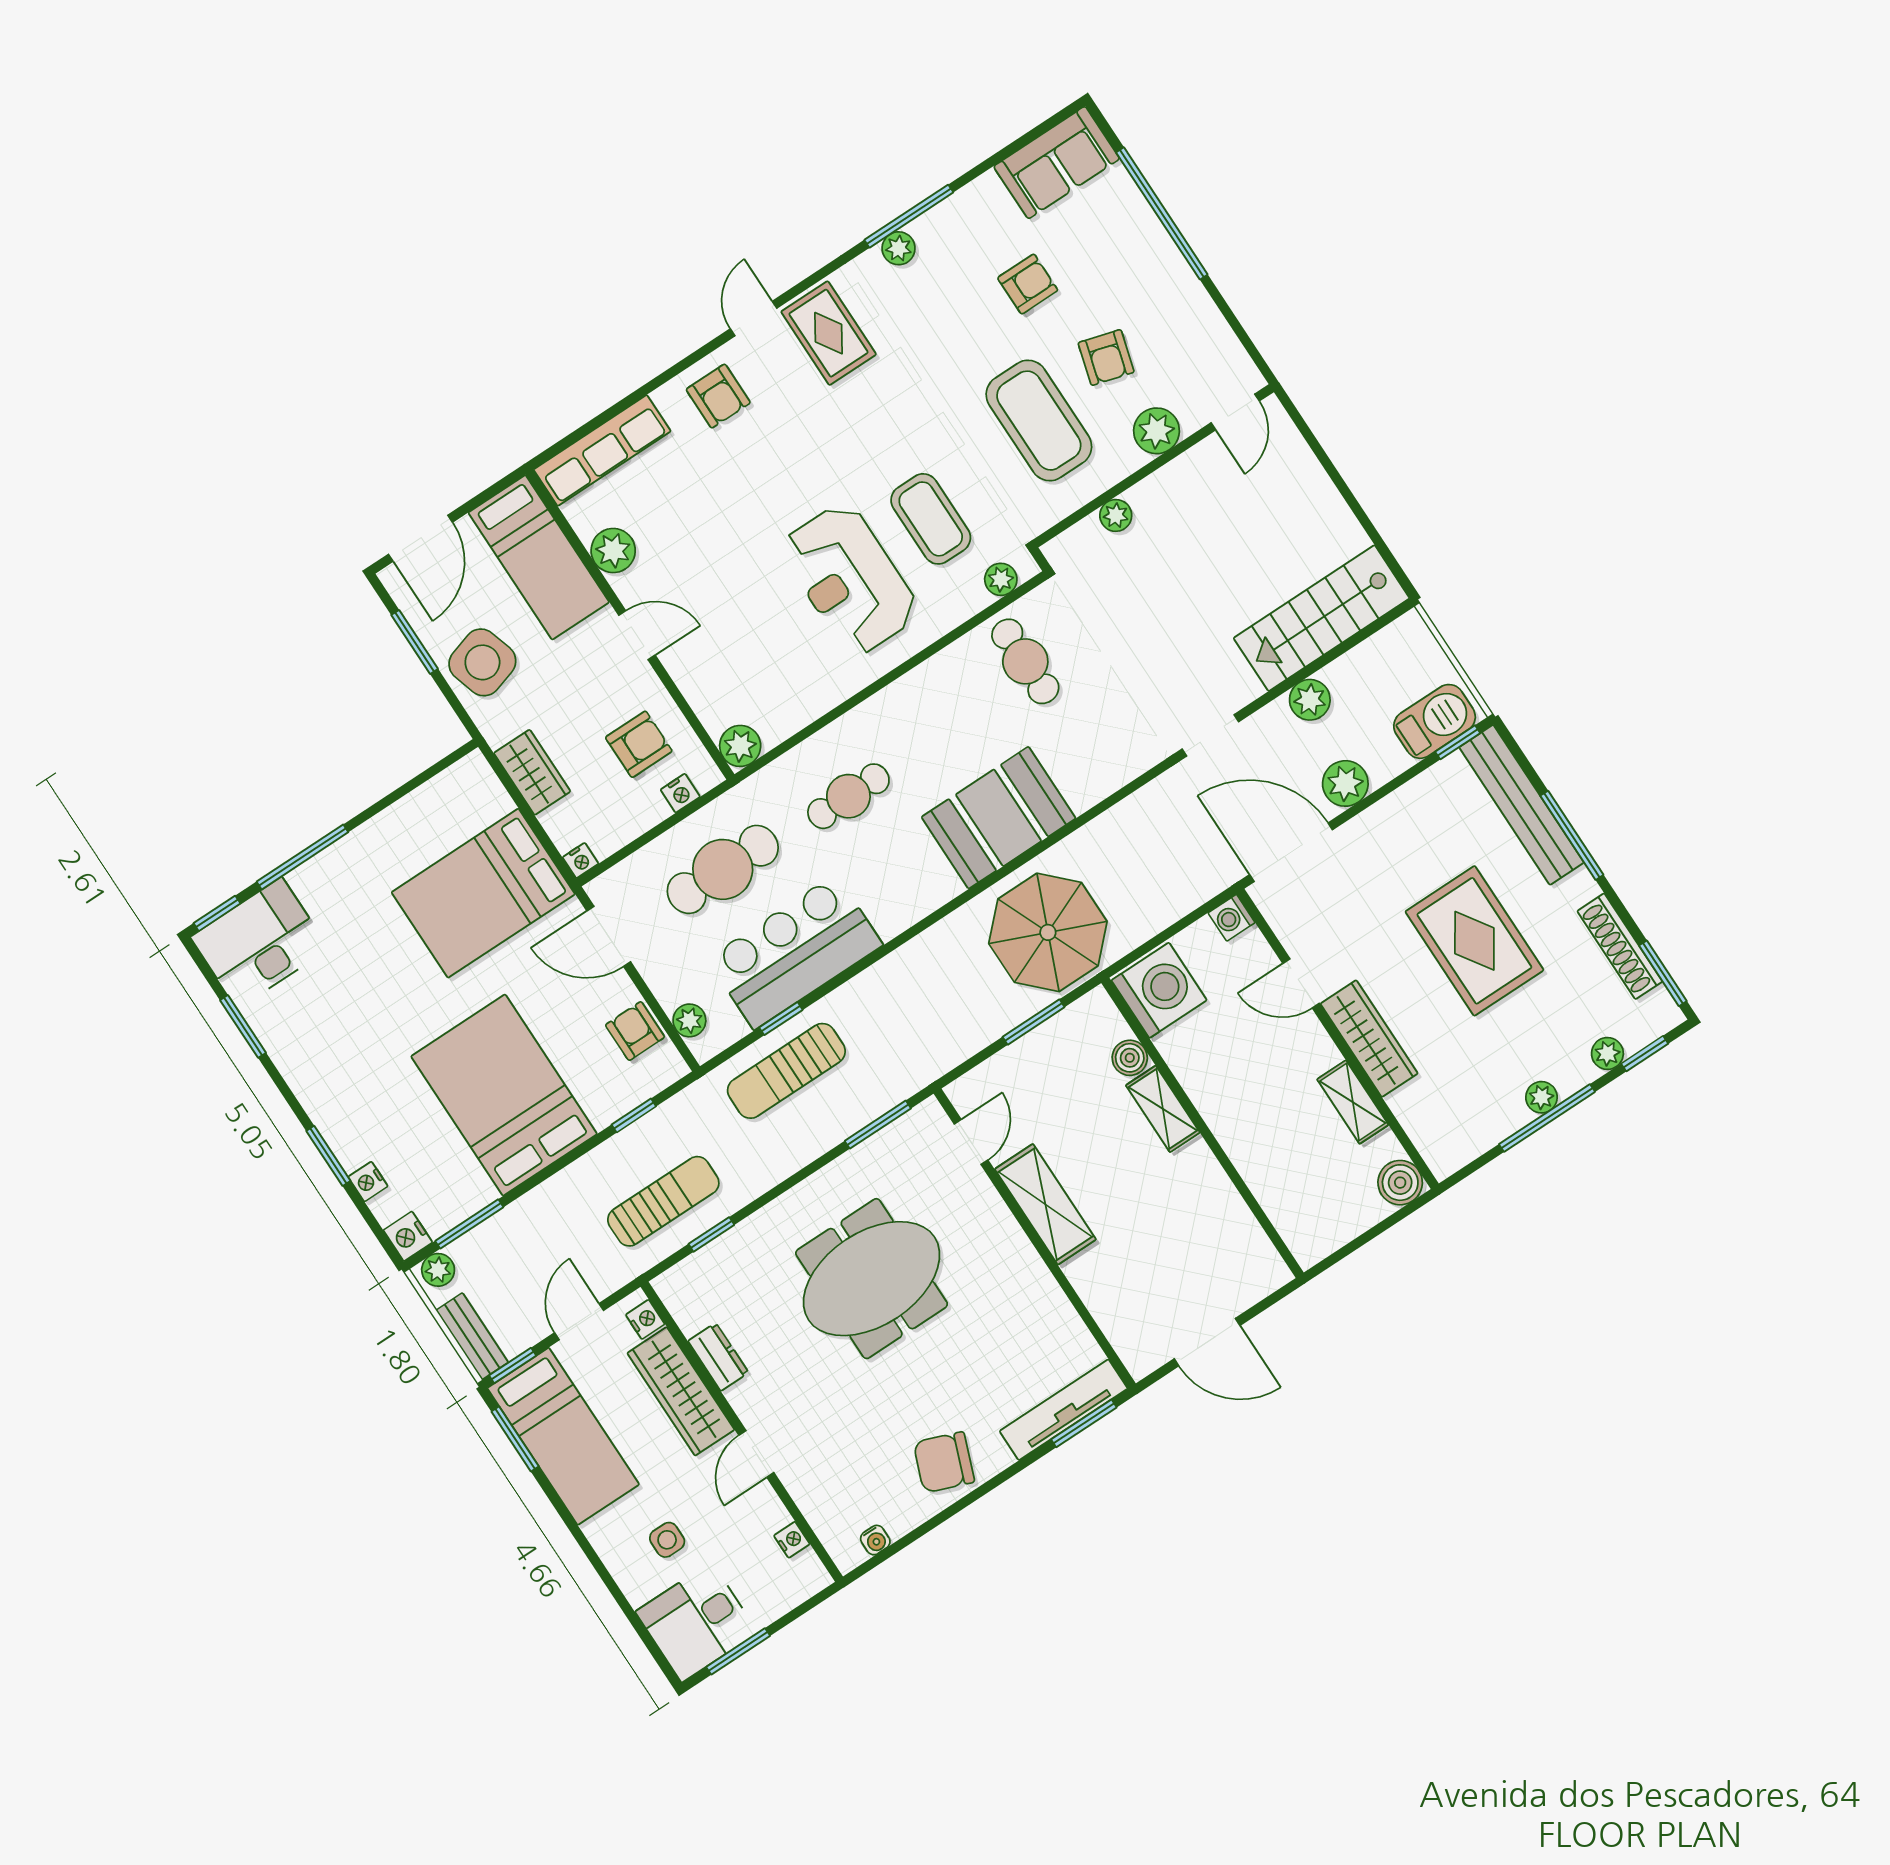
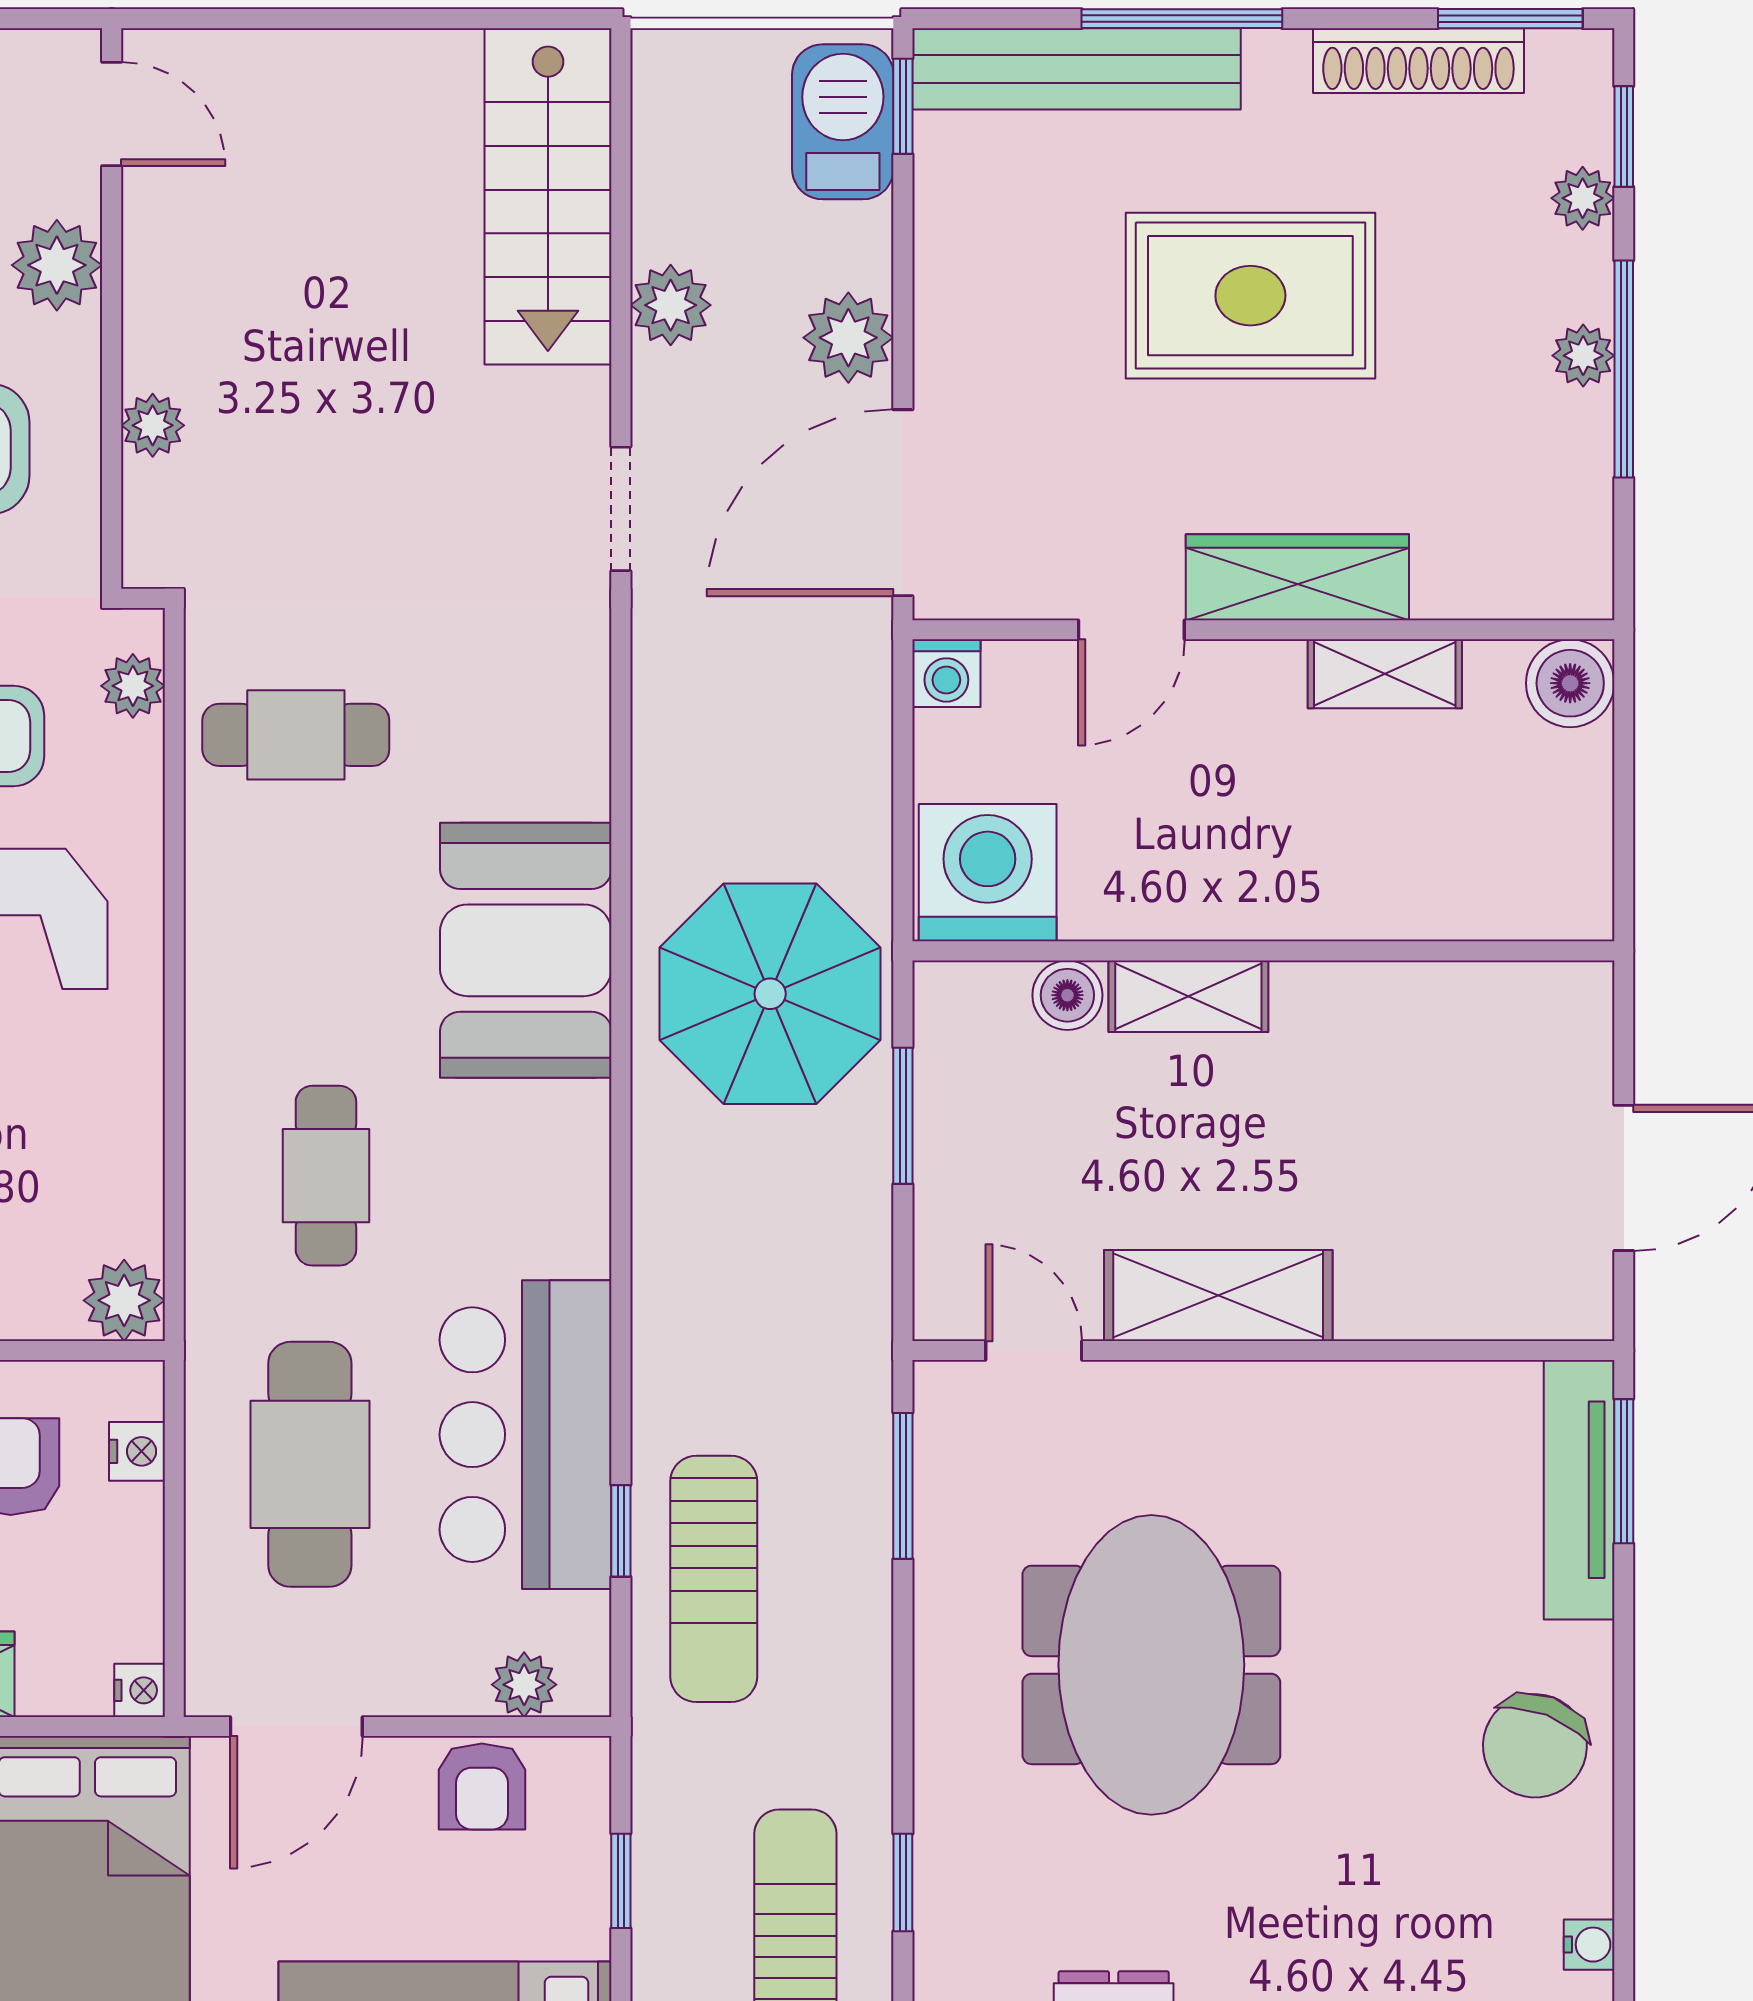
armchair: (635, 1031) -> (482, 1786), turned -90

